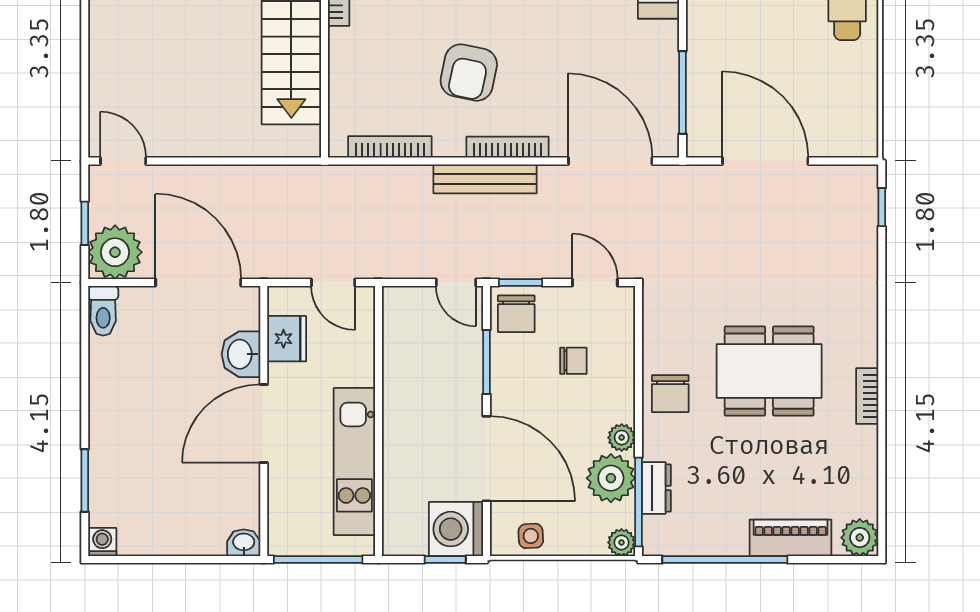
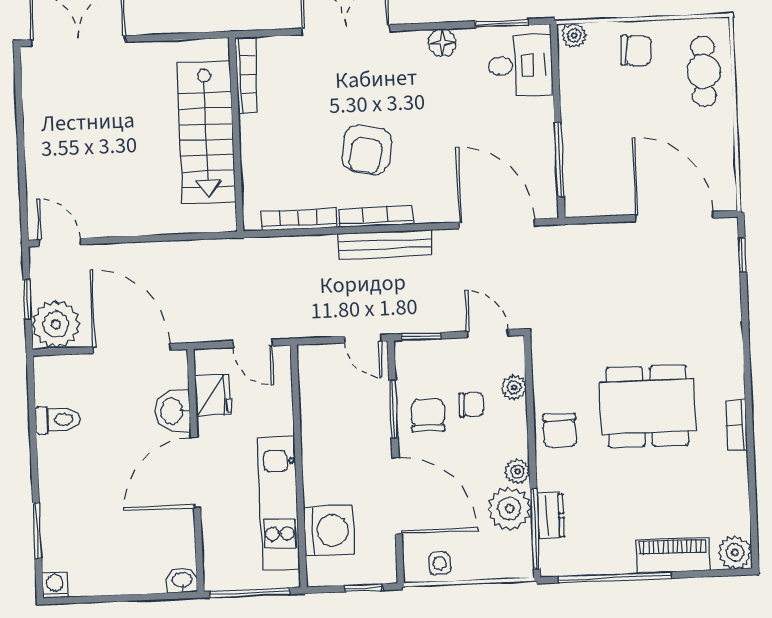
bookcase: (508, 147) -> (375, 216), moved
door: (765, 161) -> (674, 216), moved
toilet: (103, 311) -> (58, 420), moved, turned -90
chair: (516, 314) -> (428, 415), moved, turned 180
washing machine: (456, 529) -> (329, 531), moved, turned 180
plant: (621, 542) -> (514, 387), moved

